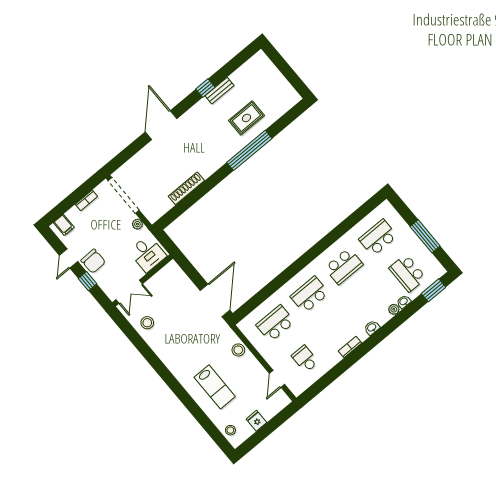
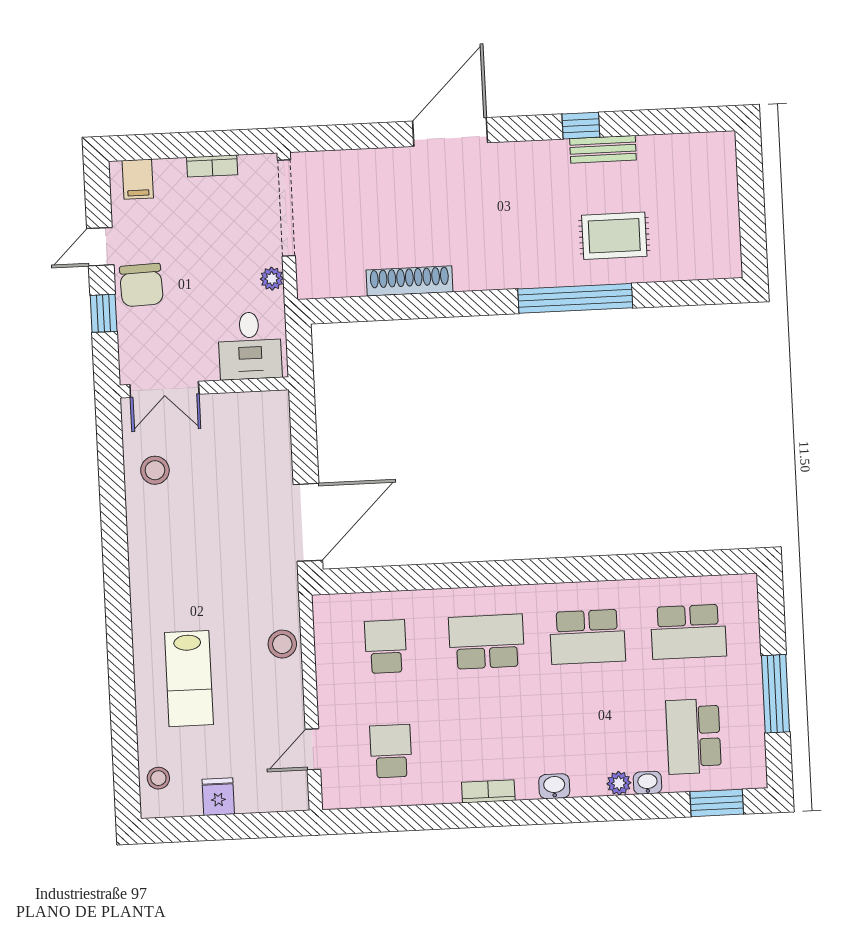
school desk: (378, 238) -> (688, 632), turned 180
school desk: (275, 323) -> (386, 647), width x0.54

